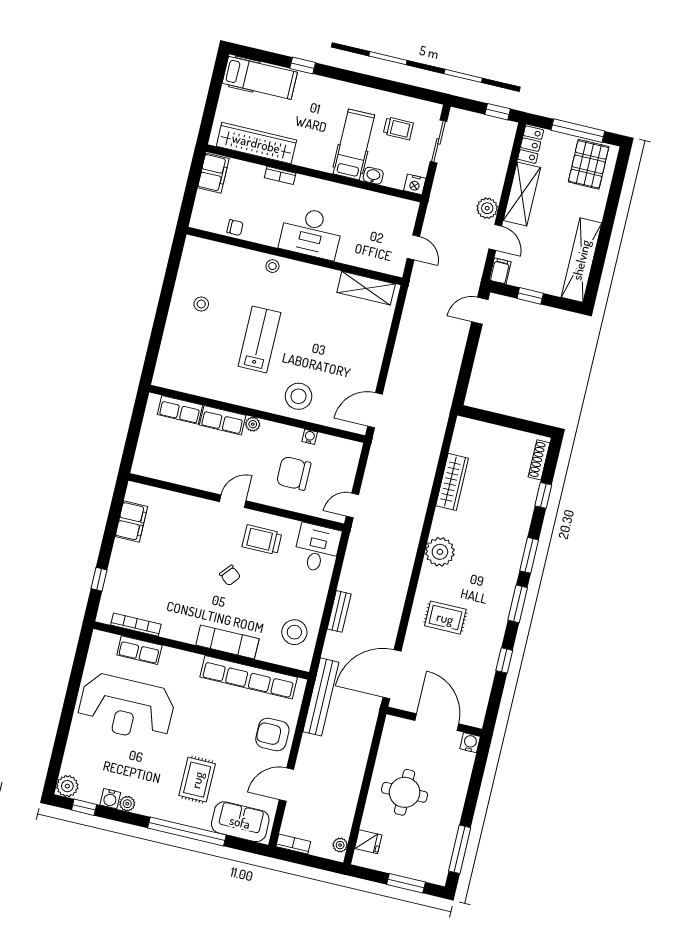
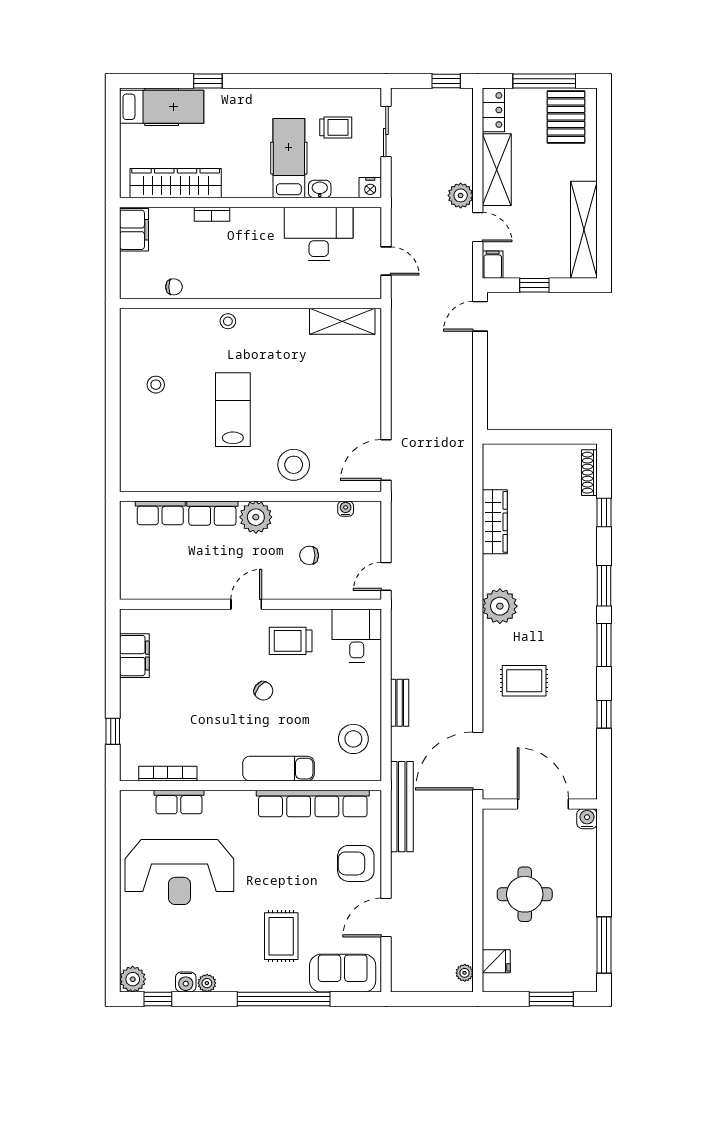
desk: (311, 233) -> (319, 234), moved, turned 180
plant: (253, 424) -> (256, 517), width x1.88, depth x1.88
water cooler: (310, 437) -> (346, 509), moved
chair: (294, 473) -> (309, 555), width x0.54, depth x0.54
bookcase: (293, 844) -> (410, 984), removed

